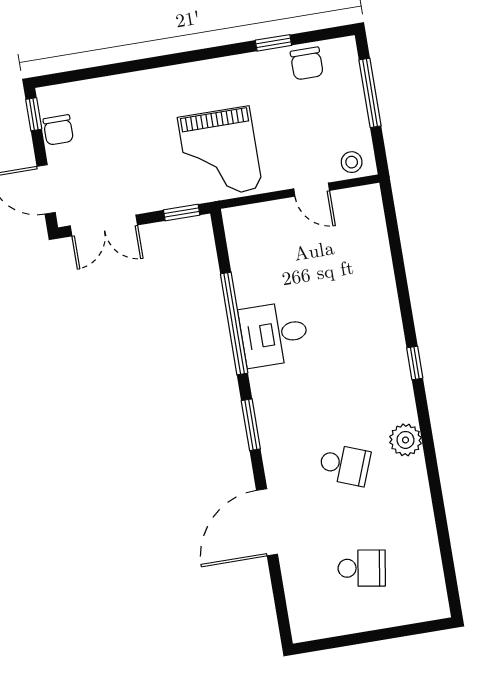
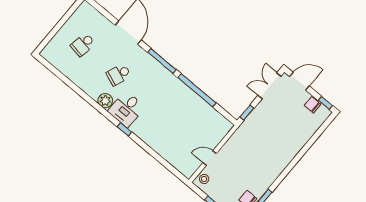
grand piano: (220, 153) -> (251, 144), removed
desk: (274, 334) -> (126, 109), moved, turned 180
window: (251, 425) -> (162, 61), width x1.44

